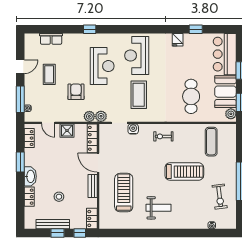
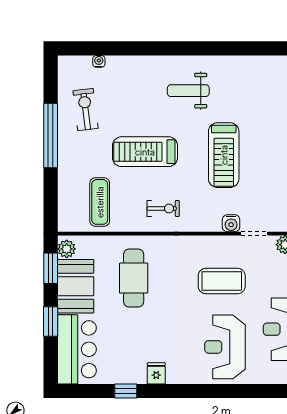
reception desk: (137, 56) -> (225, 347), turned 180
coffee table: (139, 95) -> (222, 281), turned 90
exercise bike: (163, 136) -> (163, 208), moved
treadmill: (124, 193) -> (224, 155), moved

